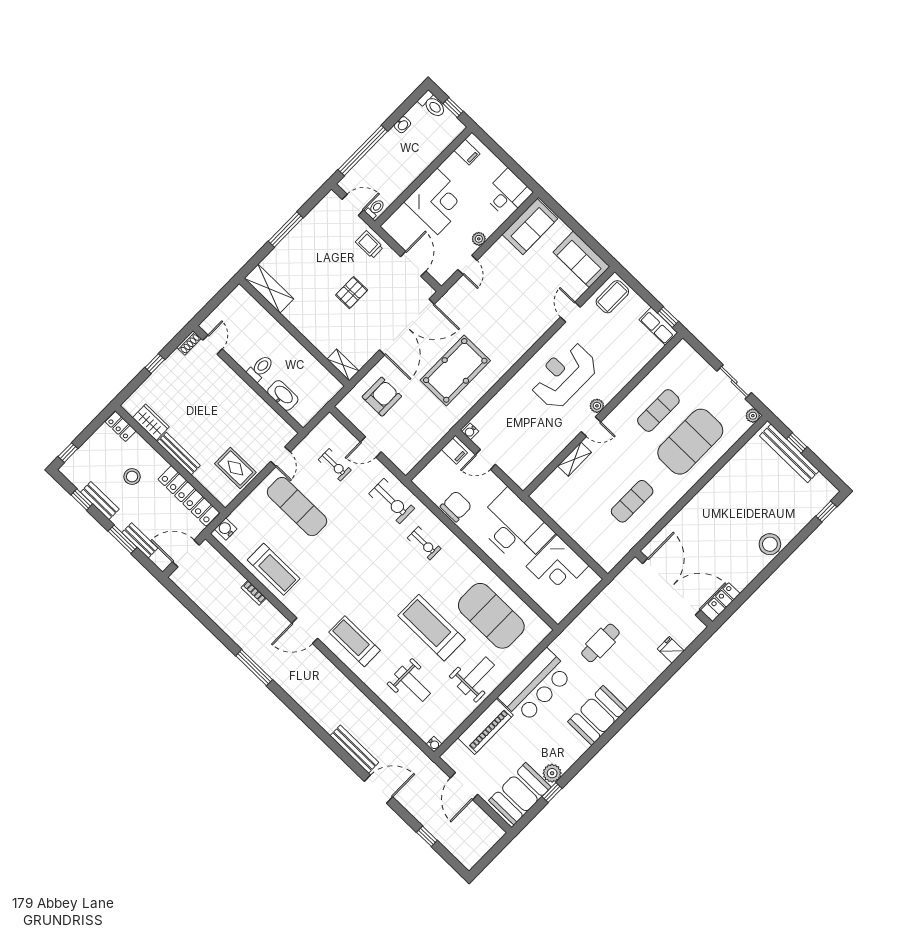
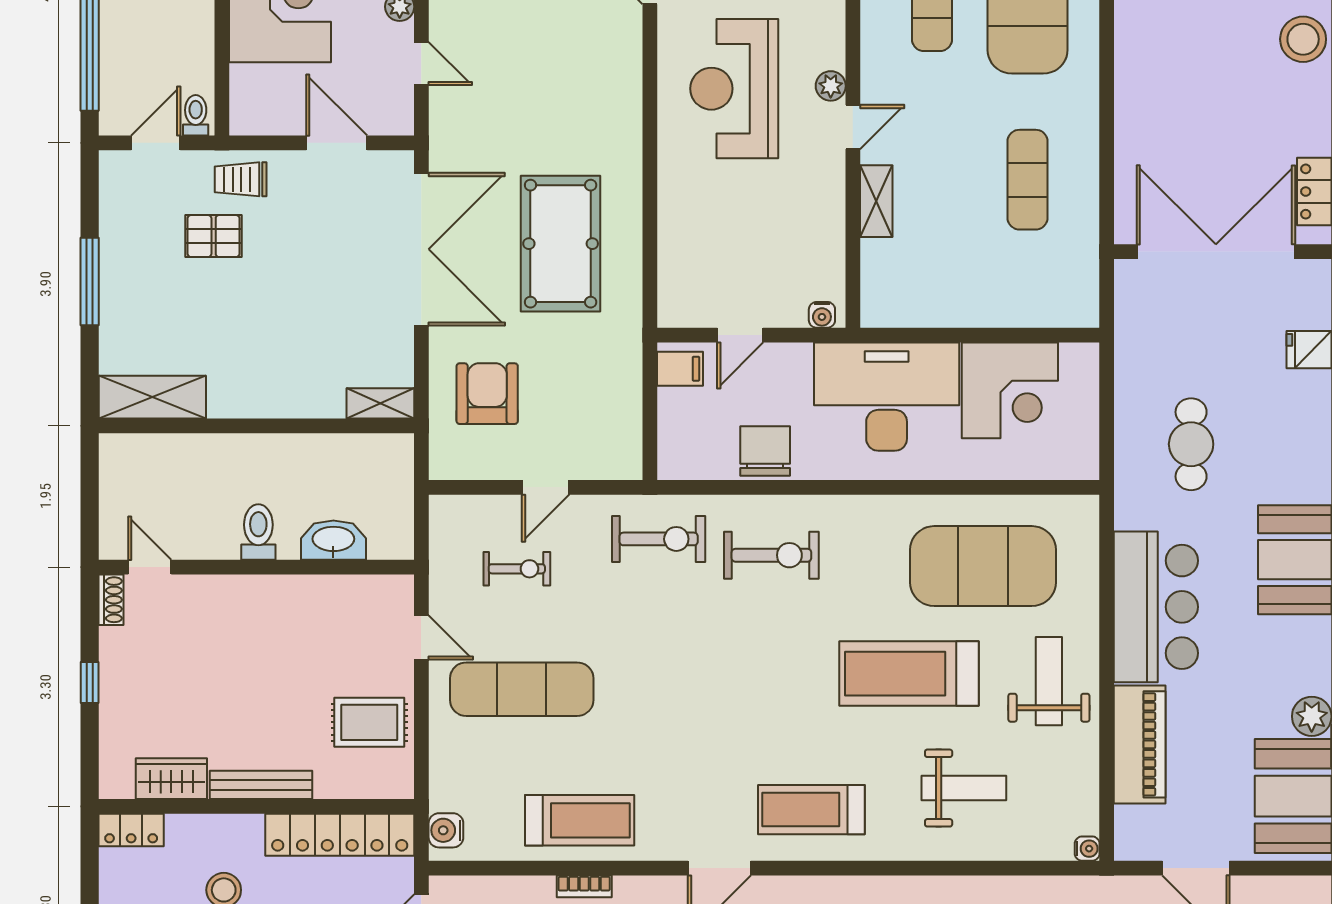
pallet: (352, 293) -> (214, 236), moved, turned 90
water cooler: (470, 431) -> (822, 315), moved
exercise bike: (424, 543) -> (771, 555), width x1.38, depth x1.39

